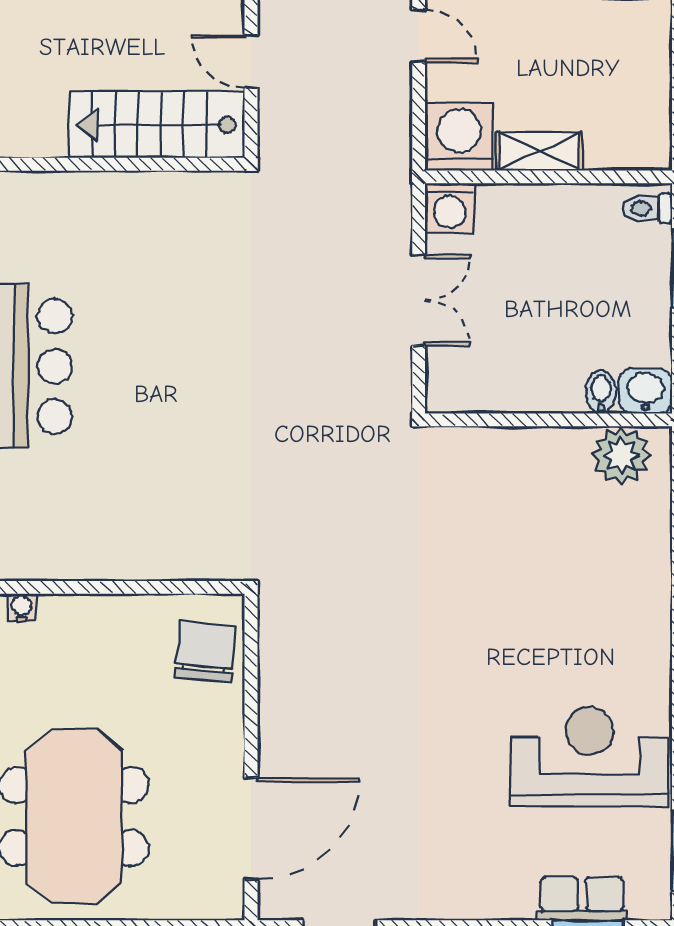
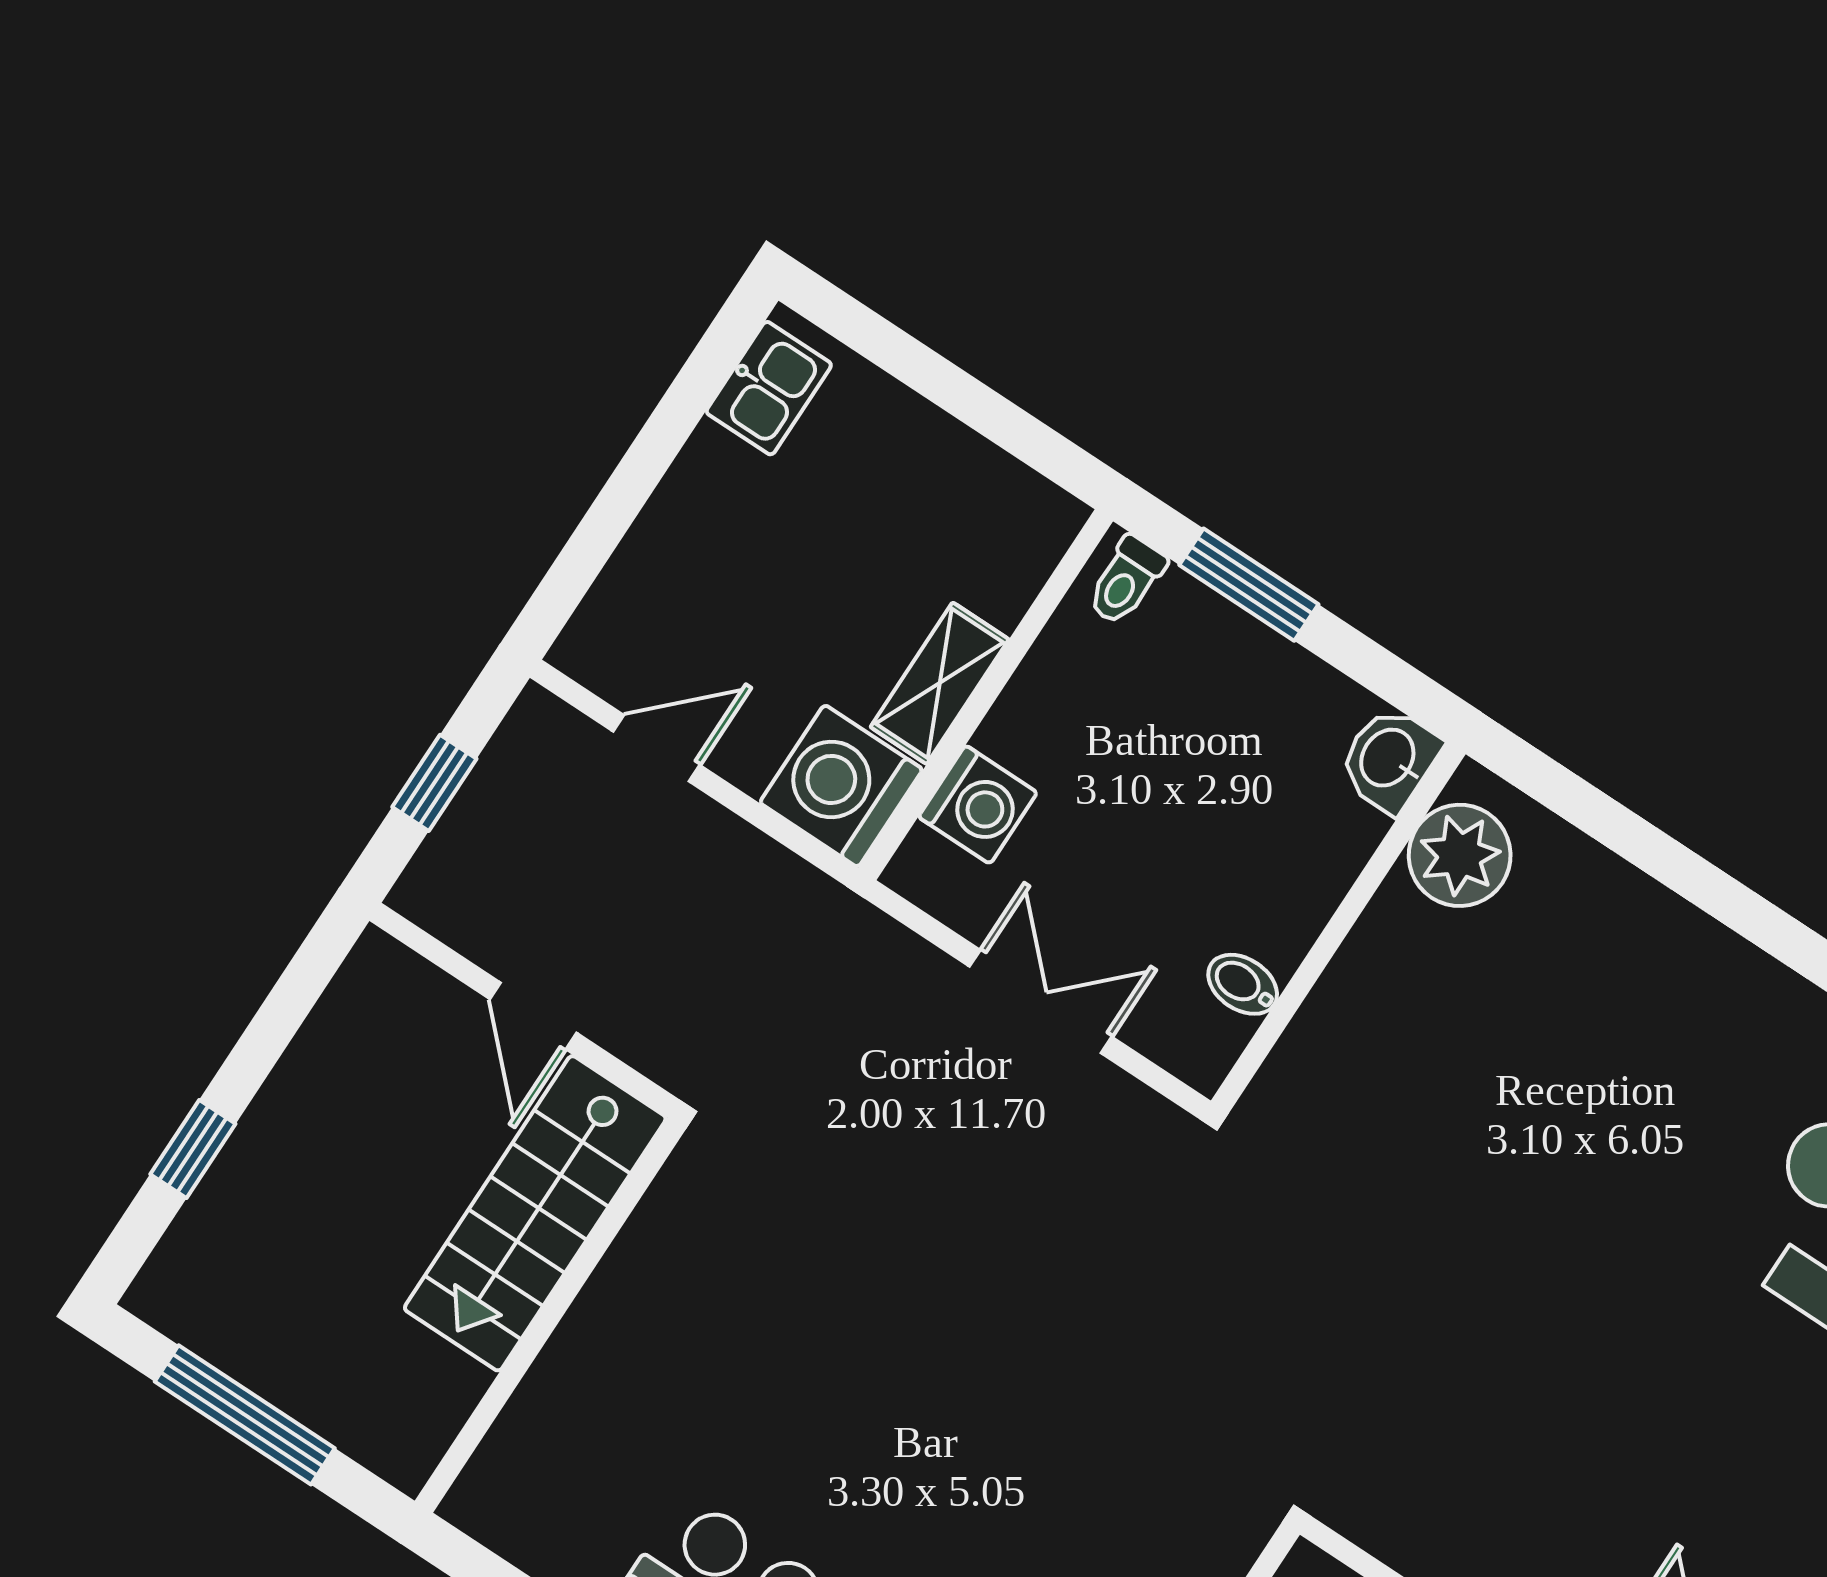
door: (251, 61) -> (533, 1016), hinge flipped
washing machine: (450, 208) -> (978, 805), moved
bidet: (601, 392) -> (1243, 984), moved

